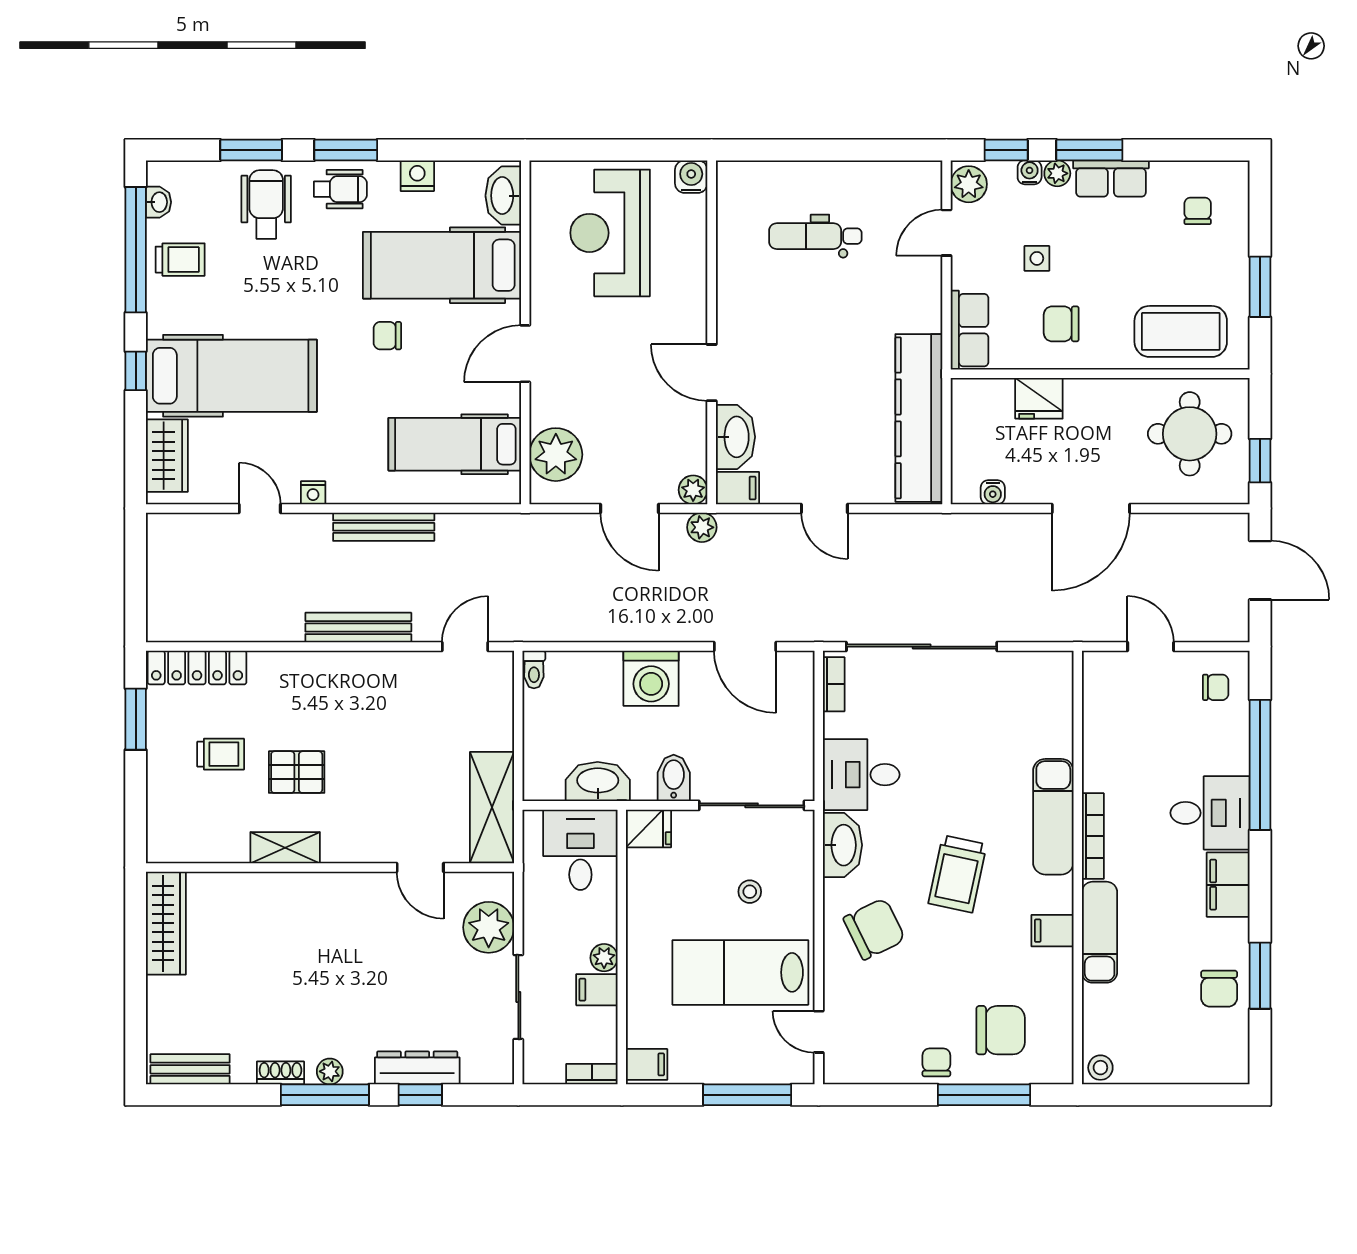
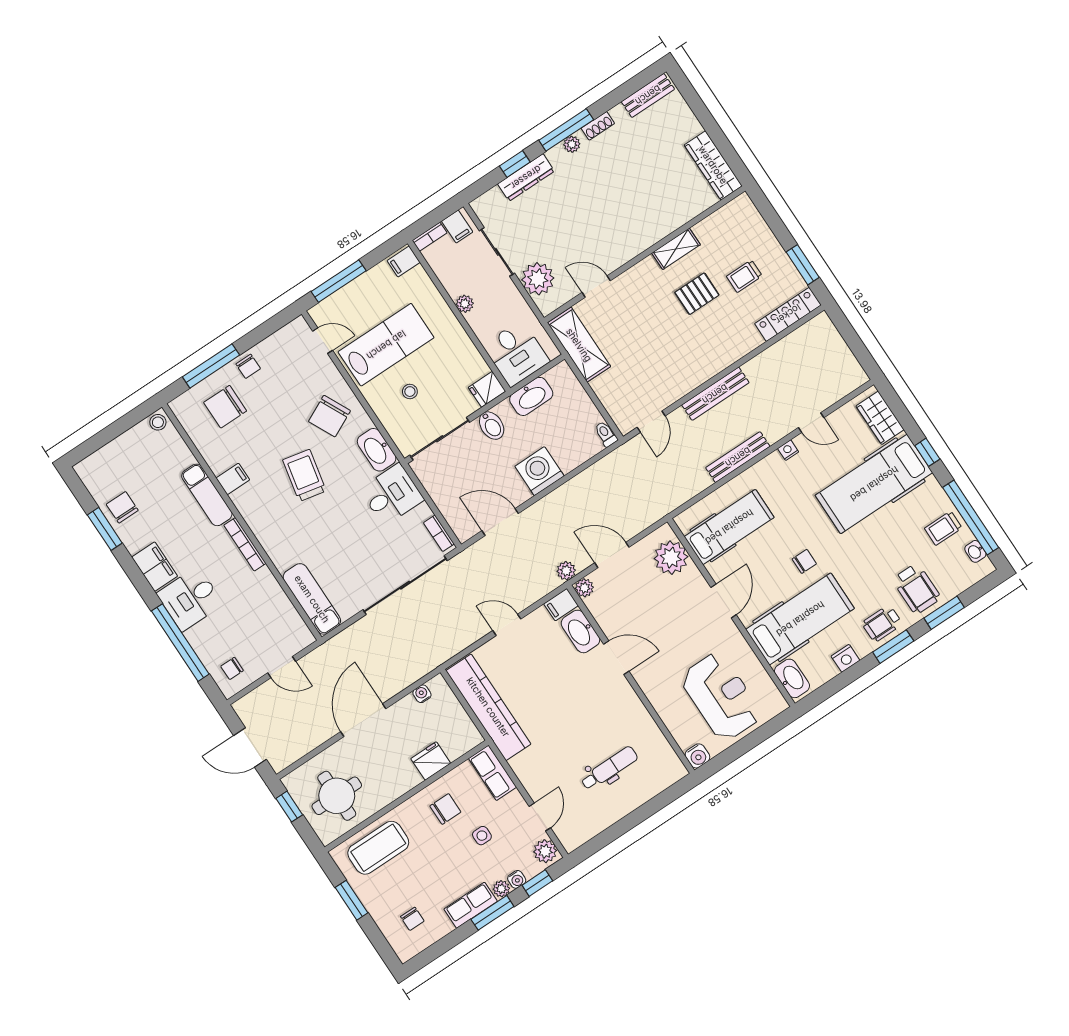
exam couch: (1053, 817) -> (312, 599), moved
filing cabinet: (597, 990) -> (457, 227), moved, turned 90

